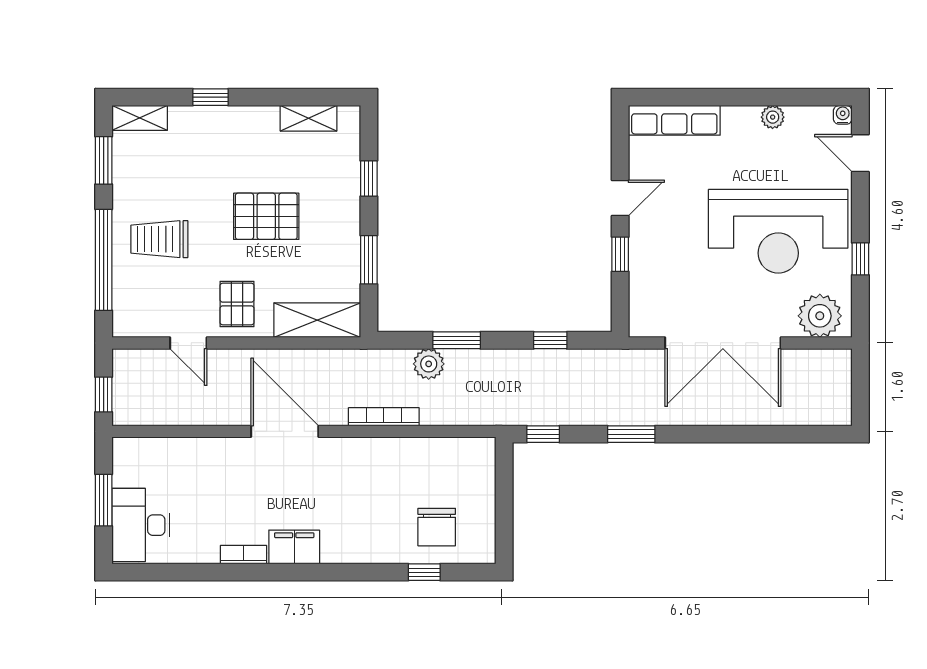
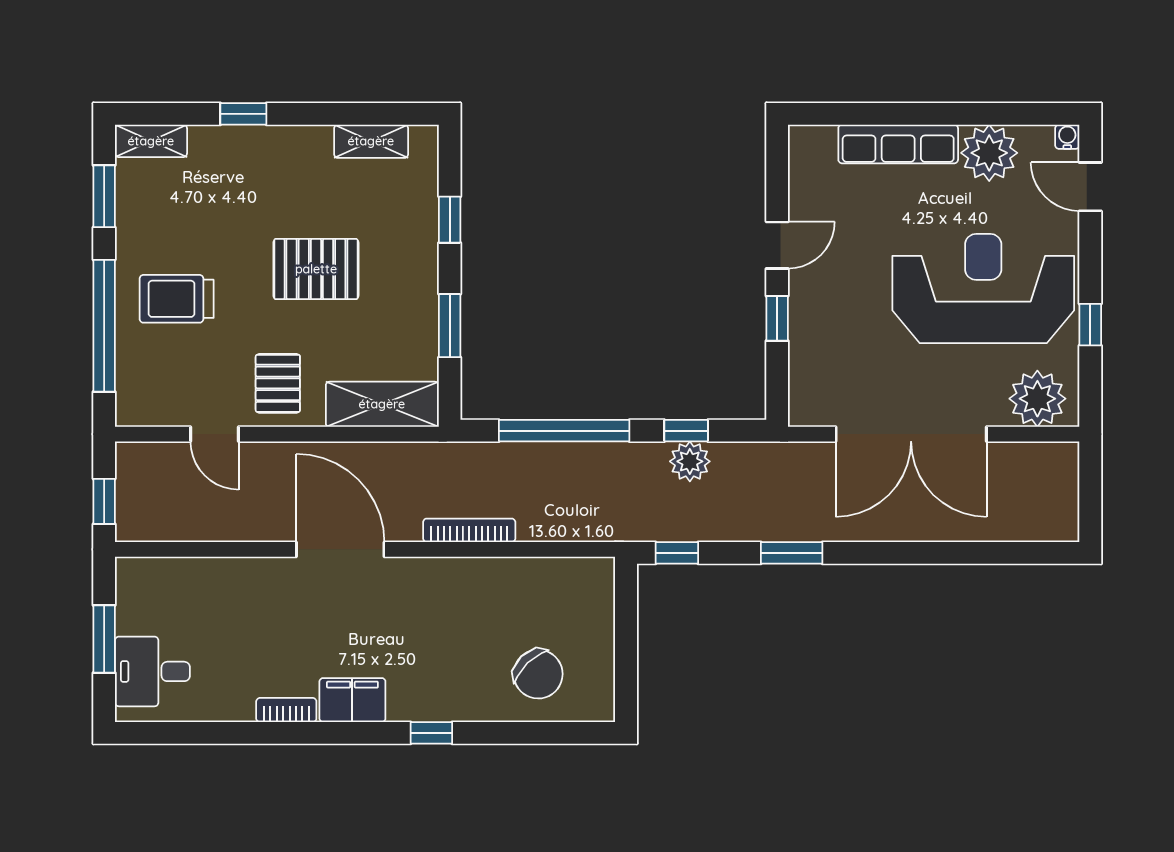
plant: (773, 117) -> (989, 153), width x1.87, depth x1.87
row of seats: (674, 120) -> (898, 144), moved
reception desk: (778, 231) -> (983, 289), turned 180
window: (457, 340) -> (564, 431), width x2.11
plant: (429, 364) -> (690, 461), moved
desk: (141, 525) -> (152, 671), width x0.73
chair: (437, 527) -> (538, 674), turned -44
window: (424, 572) -> (431, 733), moved

